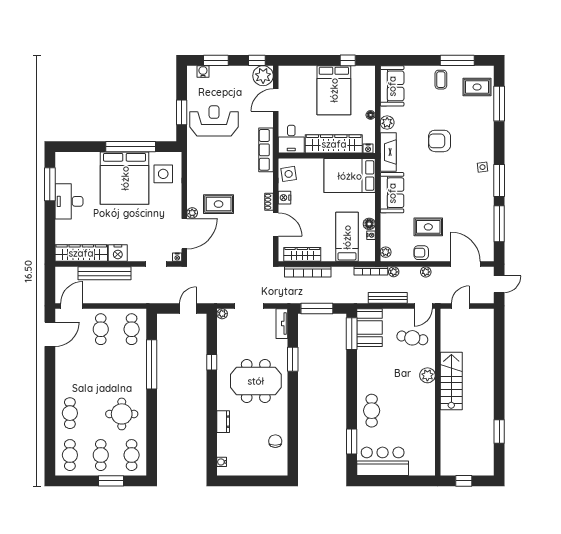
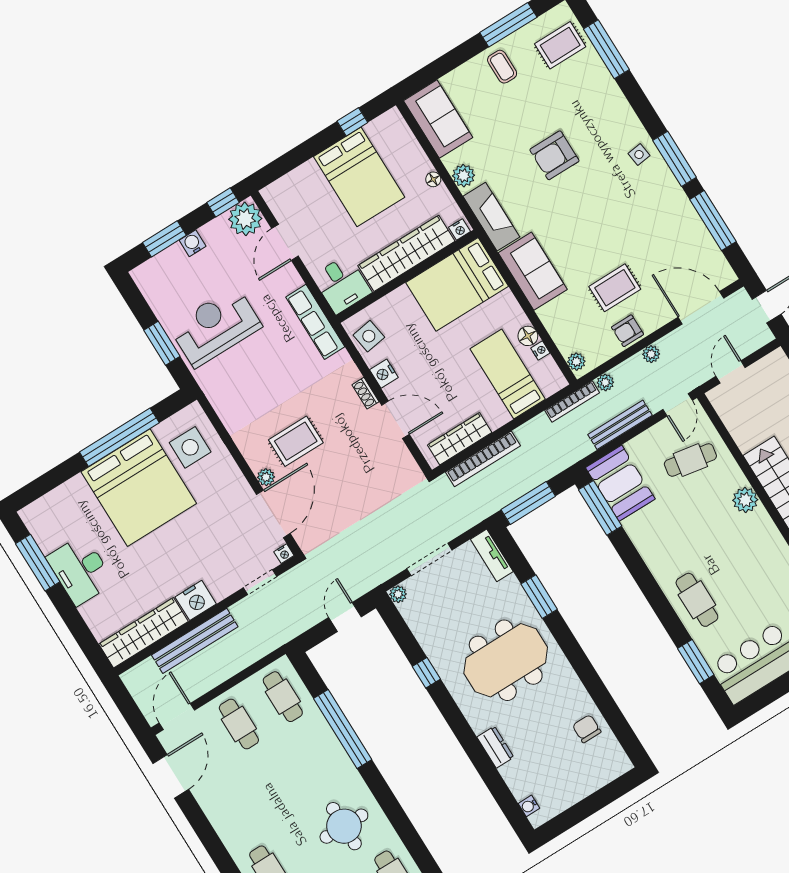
water cooler: (203, 71) -> (193, 243), moved

